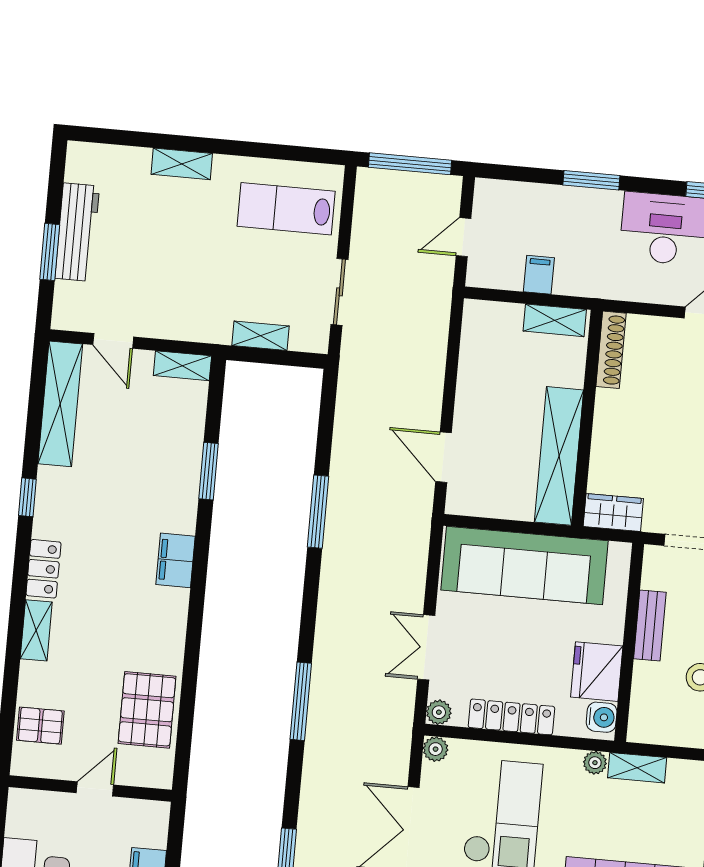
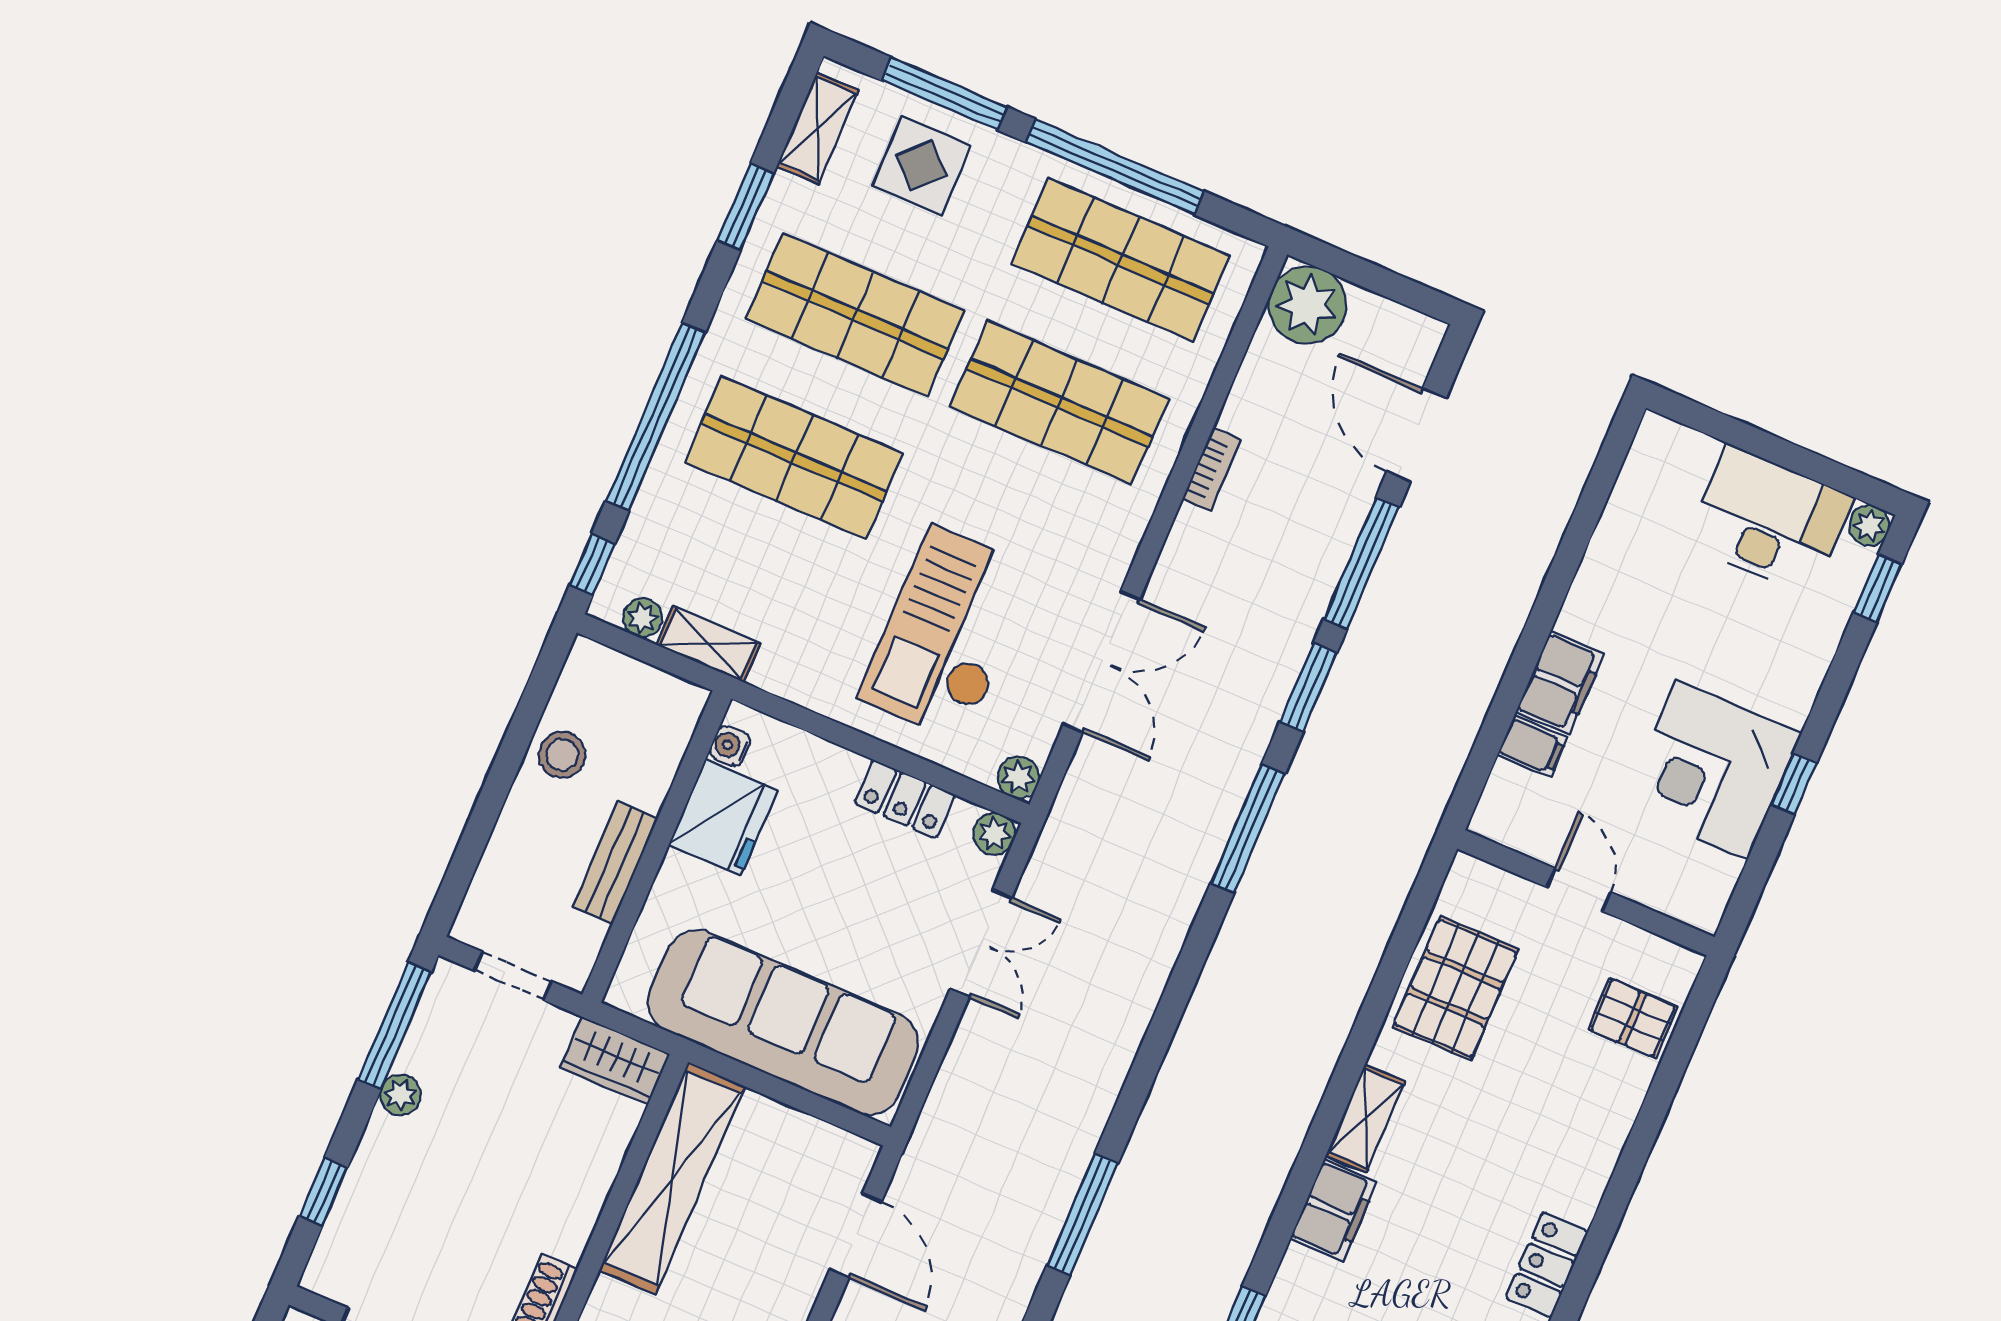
shelving: (36, 630) -> (1366, 1119), moved
window: (301, 701) -> (1248, 829), moved
locker: (511, 717) -> (905, 799), width x0.66
water cooler: (602, 717) -> (730, 746), width x0.72, depth x0.72
plant: (595, 763) -> (643, 618), moved
door: (95, 789) -> (1579, 890), swing flipped

